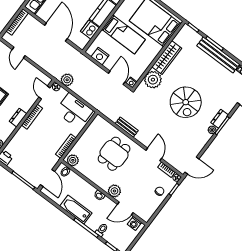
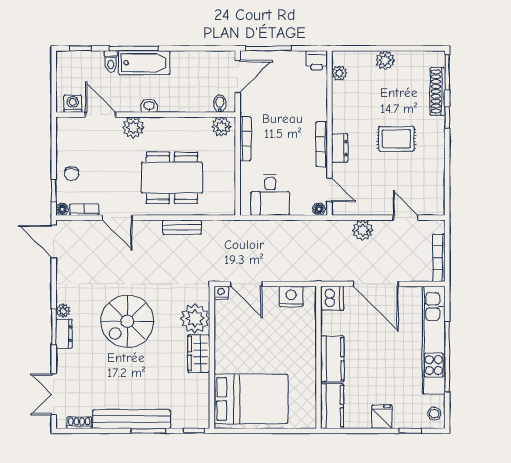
dishwasher: (90, 30) -> (332, 298), moved
bed: (124, 34) -> (281, 350), removed
wardrobe: (167, 58) -> (199, 353), width x0.67
plant: (67, 80) -> (363, 230), moved
spiral stairs: (186, 102) -> (127, 321), turned -90
desk: (74, 111) -> (270, 195), width x0.73
dresser: (18, 118) -> (340, 148), moved
dining table: (114, 154) -> (172, 178), width x1.37
door: (192, 166) -> (54, 242), hinge flipped
door: (48, 178) -> (238, 76), swing flipped
bathtub: (76, 209) -> (144, 63), moved
door: (125, 209) -> (100, 115), hinge flipped

